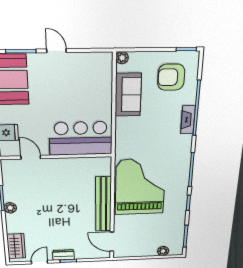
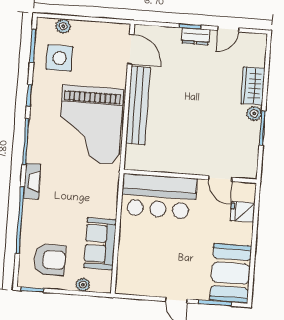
plant: (122, 58) -> (83, 285), moved
fireplace: (188, 120) -> (32, 181), moved
side table: (165, 230) -> (59, 58), added
wardrobe: (16, 246) -> (253, 86), moved

